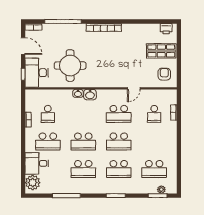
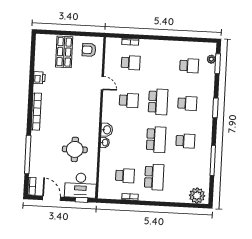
printer: (166, 29) -> (39, 78), moved
door: (23, 46) -> (52, 198), hinge flipped
round table: (70, 66) -> (75, 149), width x0.73, depth x0.73
school desk: (119, 114) -> (129, 100), width x0.54
desk: (37, 163) -> (177, 190), removed
school desk: (83, 169) -> (185, 141), width x0.54
school desk: (119, 169) -> (187, 103), width x0.54
school desk: (154, 169) -> (189, 66), width x0.54

